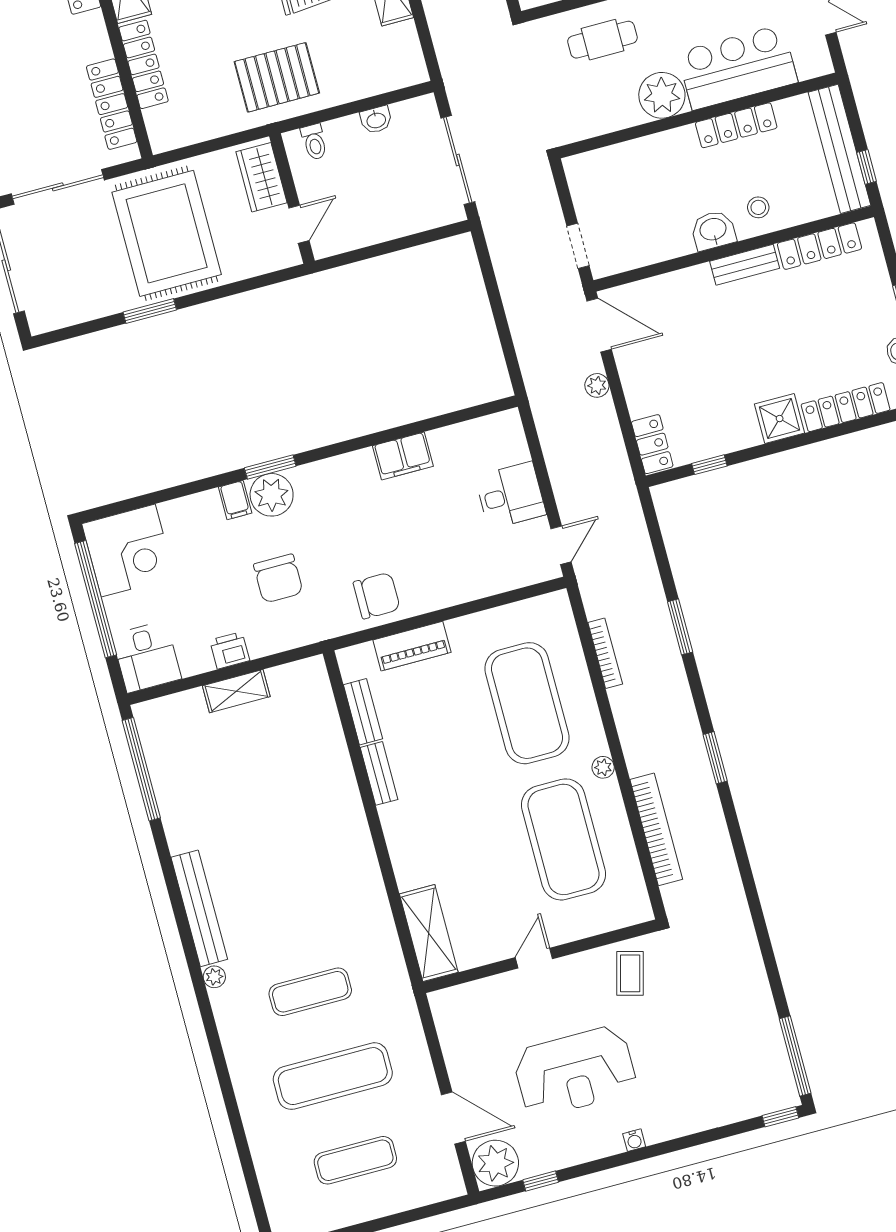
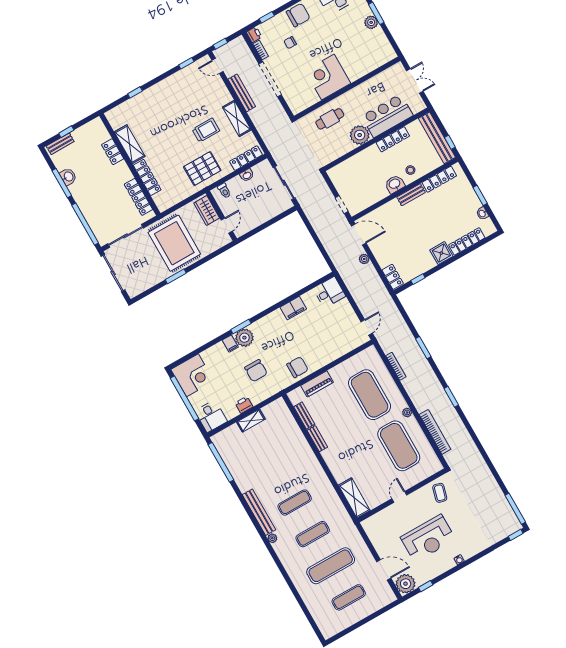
locker: (384, 80) -> (246, 158), added
desk: (510, 495) -> (329, 292), moved
exercise mat: (288, 908) -> (295, 503), added

